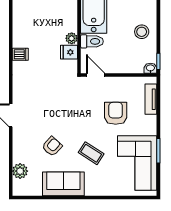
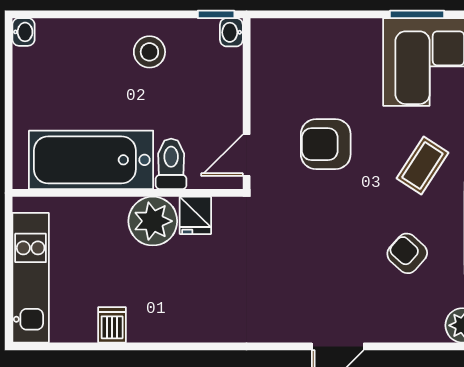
plant: (72, 38) -> (153, 221), width x1.87, depth x1.87
dishwasher: (20, 54) -> (112, 325), moved
tv unit: (151, 99) -> (301, 31), removed
armchair: (116, 113) -> (326, 144), moved

